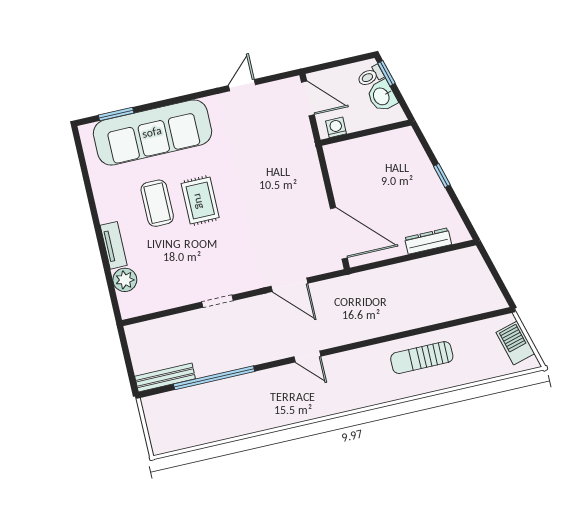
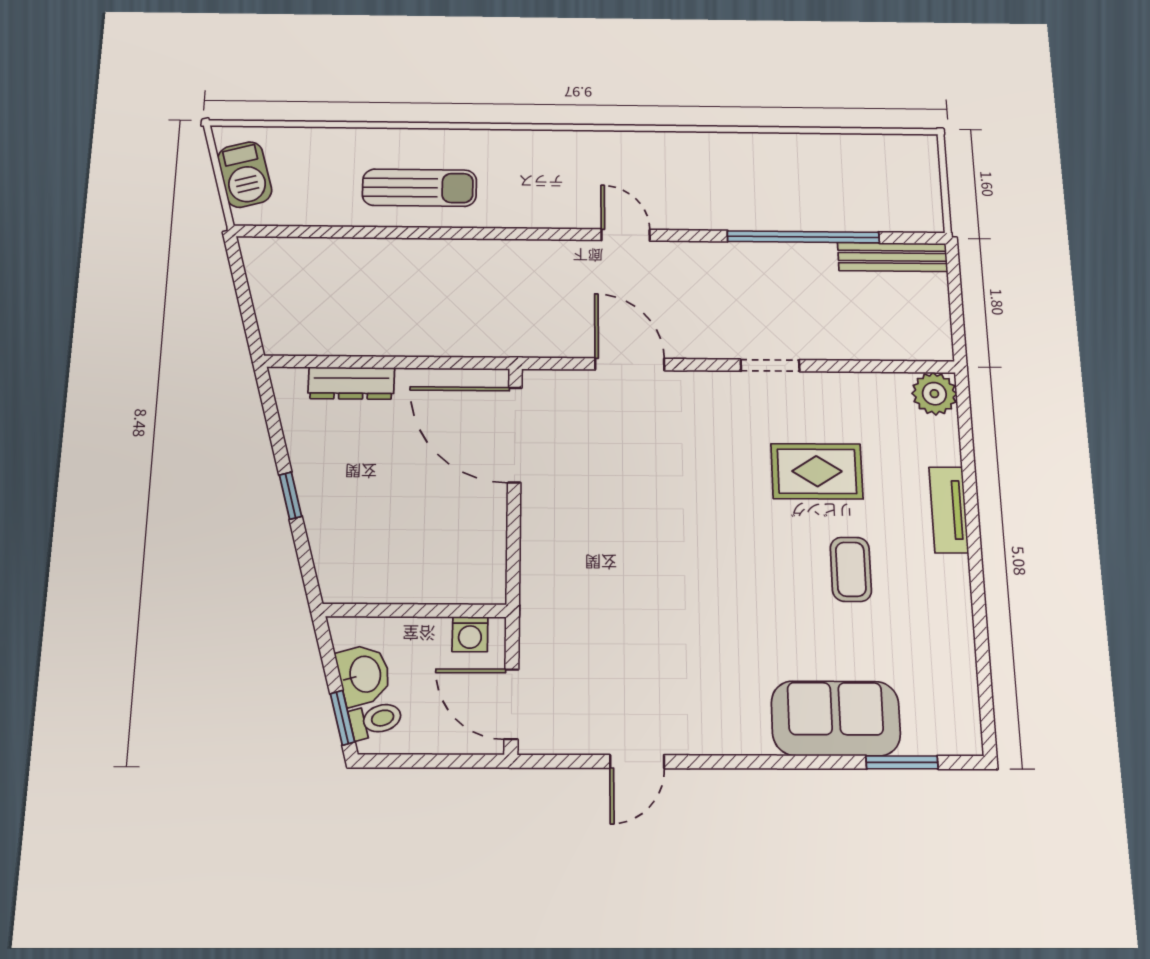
sofa: (152, 132) -> (836, 718), width x0.54, depth x0.79
rug: (200, 201) -> (817, 471), moved, turned 90
coffee table: (157, 203) -> (851, 569), width x0.73, depth x0.77
plant: (125, 280) -> (934, 394), moved

